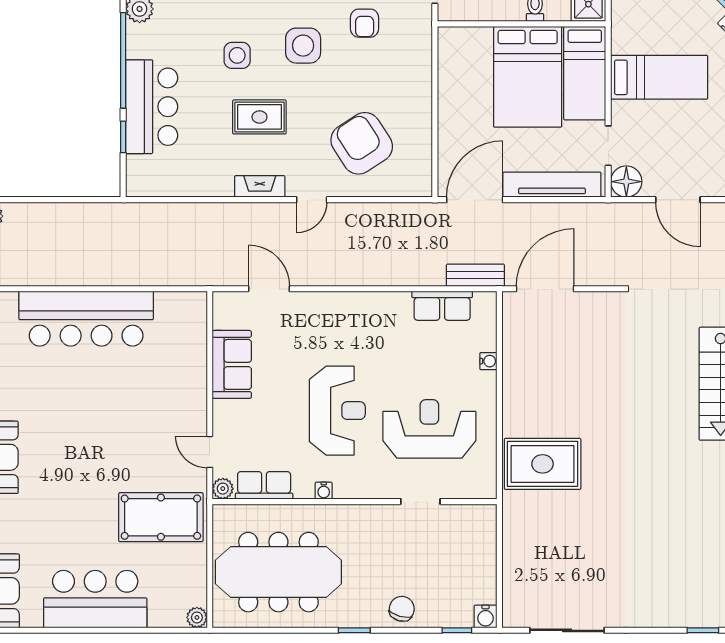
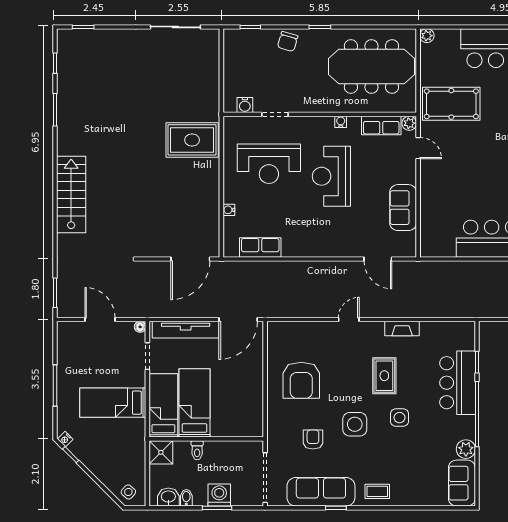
bed: (528, 77) -> (194, 403), width x0.67
rug: (259, 117) -> (384, 376), turned 90
armchair: (362, 143) -> (301, 380), moved, turned 33
floor lamp: (626, 182) -> (140, 327), width x0.53, depth x0.53
fireplace: (260, 186) -> (402, 328), moved
bench: (475, 275) -> (238, 268), removed
water cooler: (486, 616) -> (245, 105), moved, turned 180

